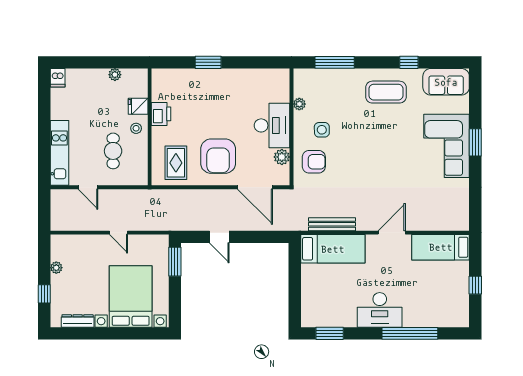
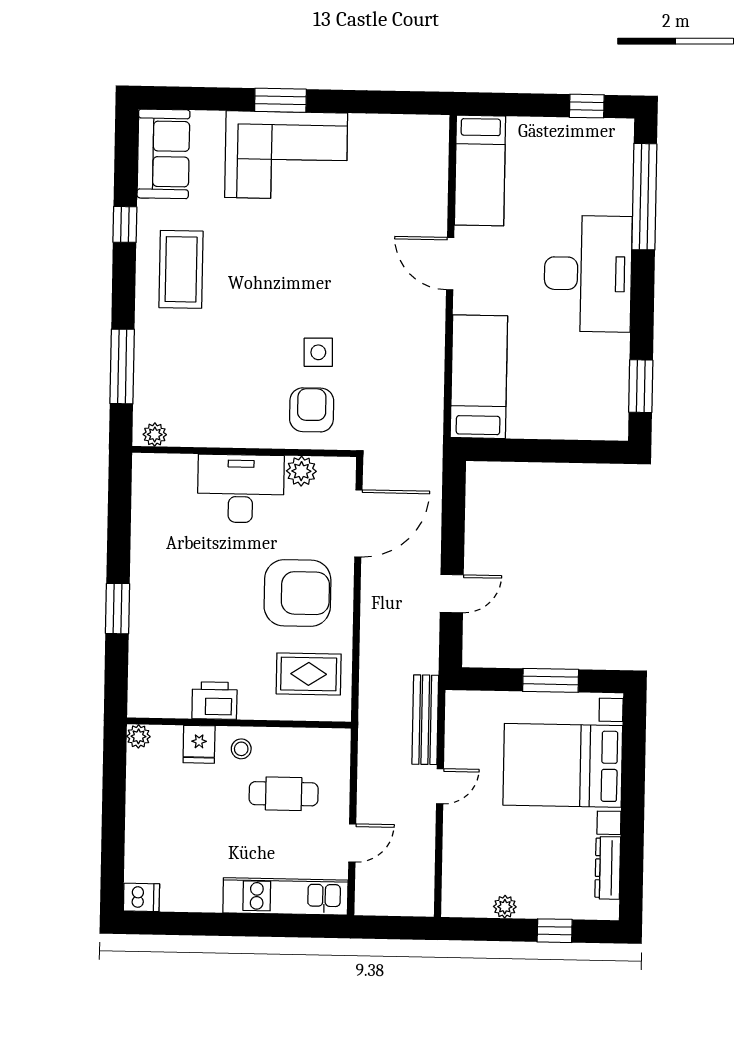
plant: (115, 75) -> (138, 736), moved
plant: (299, 104) -> (155, 435), moved
side table: (322, 130) -> (318, 352), moved
bench: (332, 224) -> (425, 720), moved
window: (175, 262) -> (551, 680), moved
window: (475, 285) -> (587, 106), moved
desk: (380, 310) -> (588, 274), width x1.36, depth x1.30
window: (410, 333) -> (644, 197), moved

